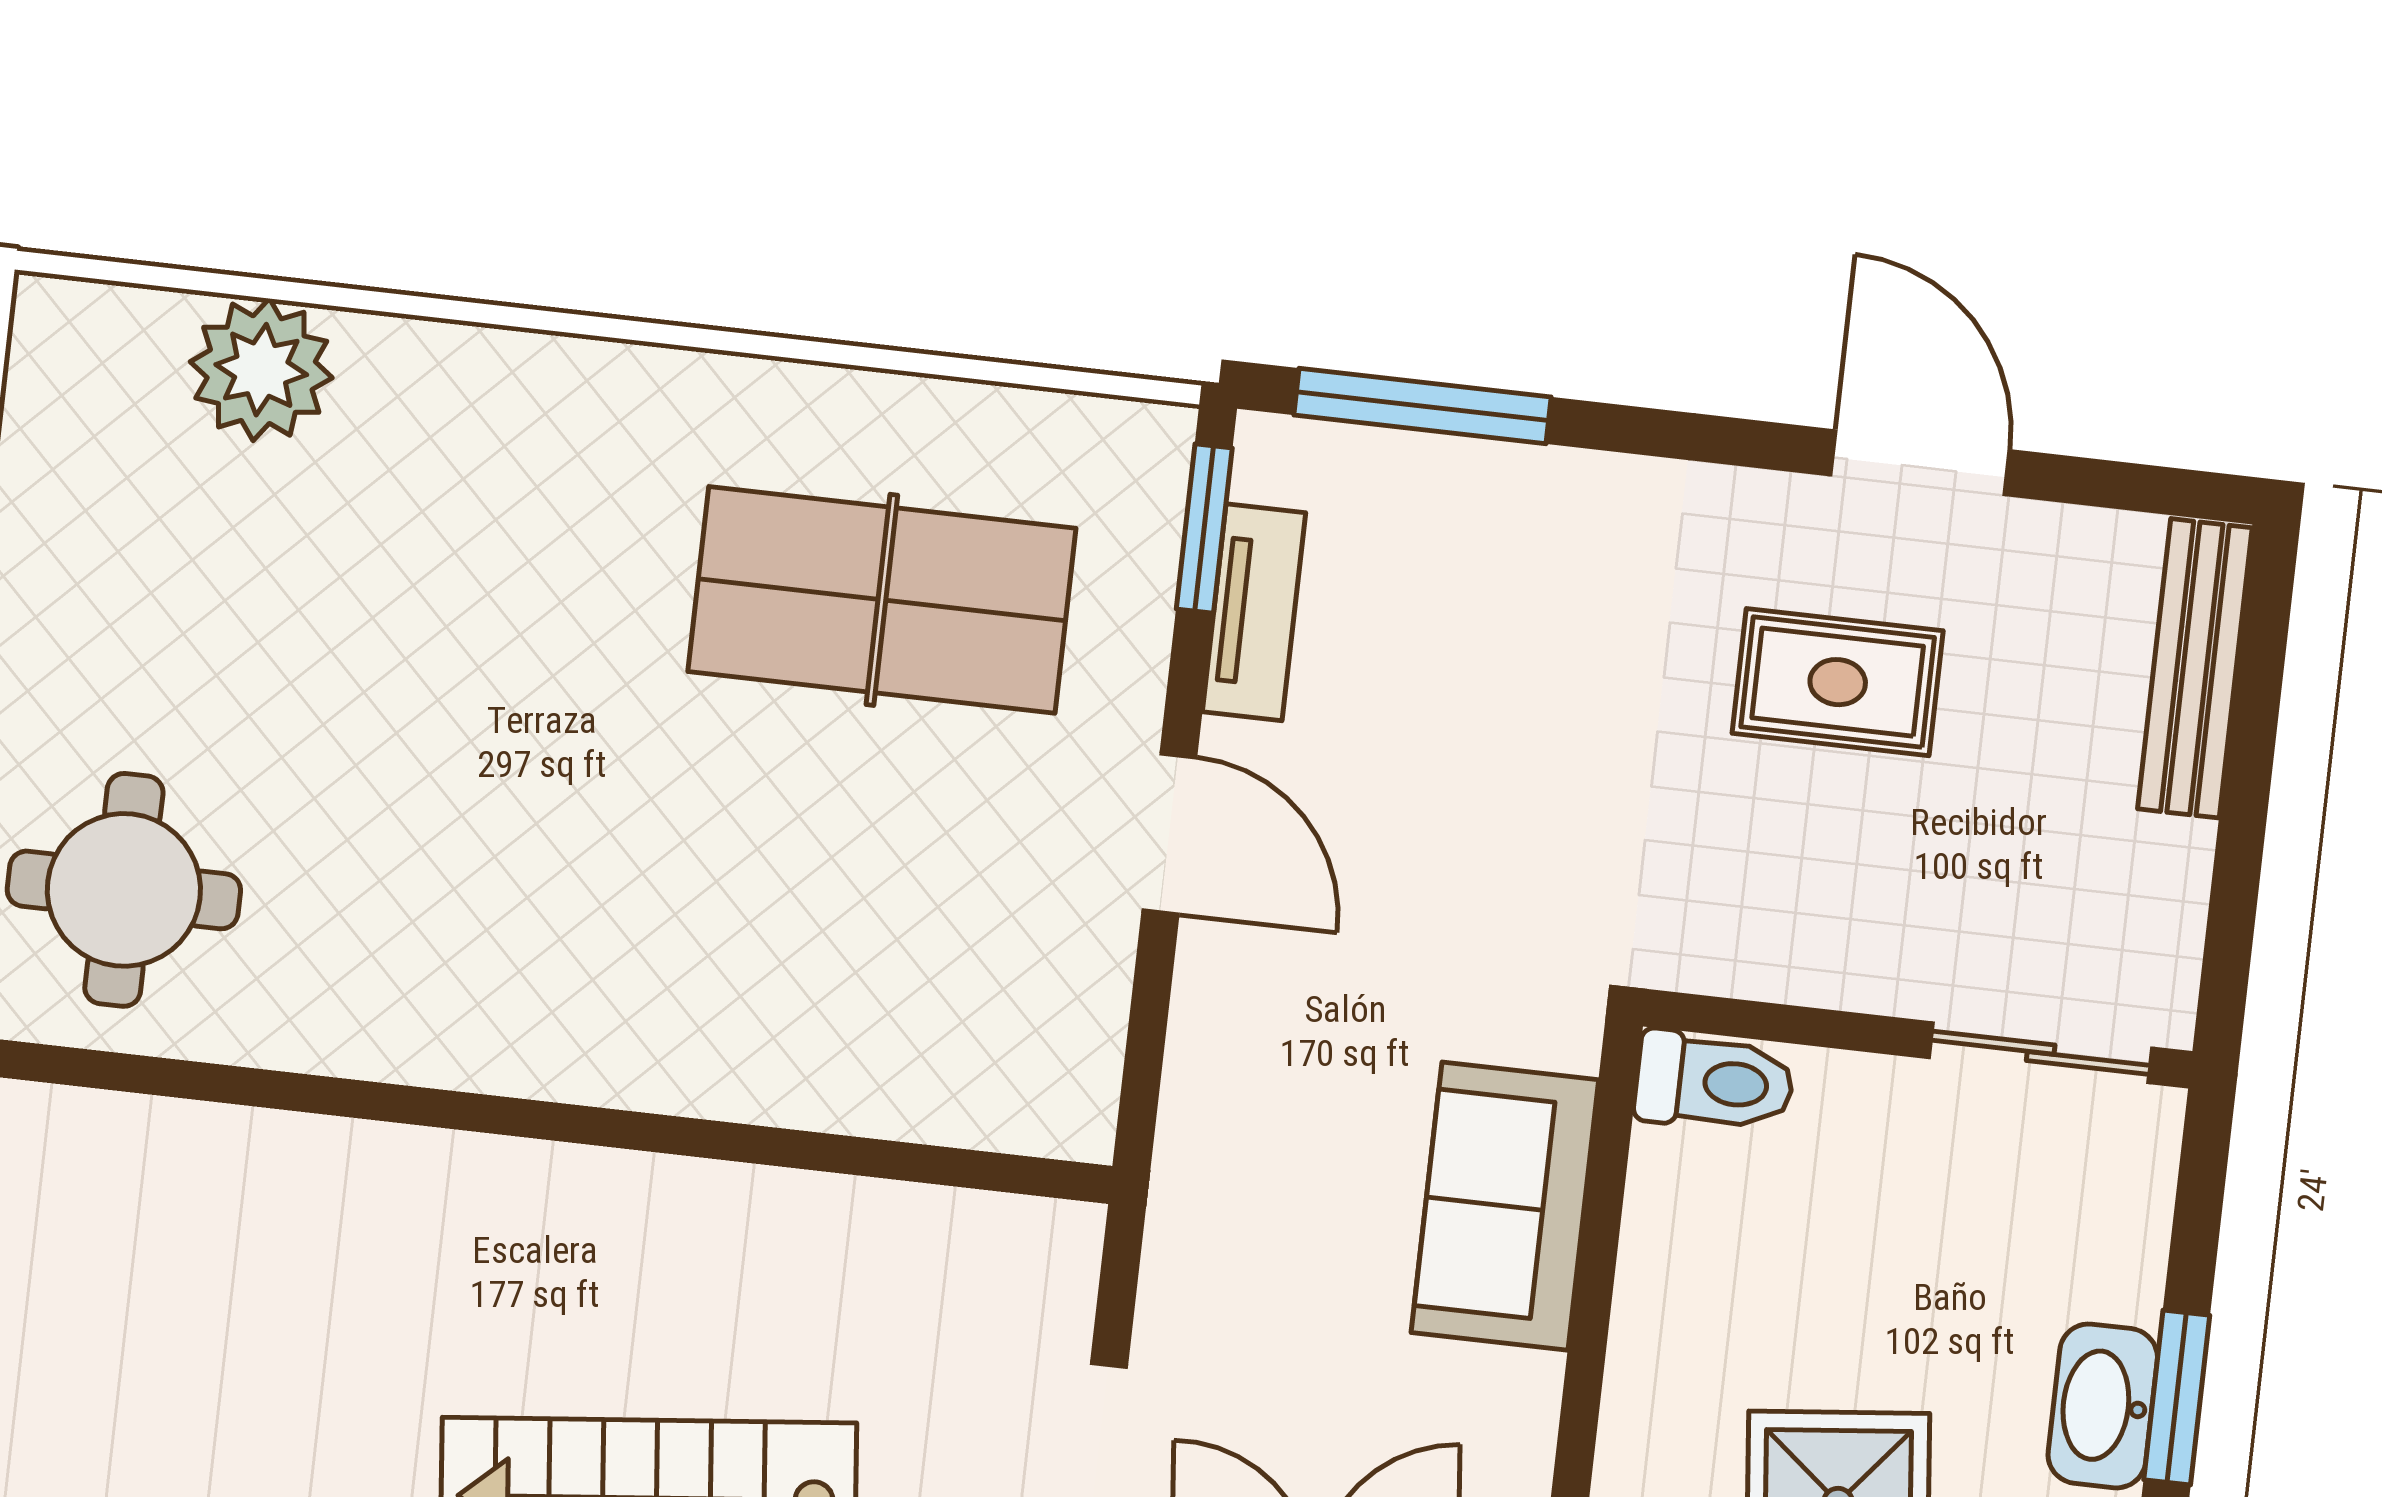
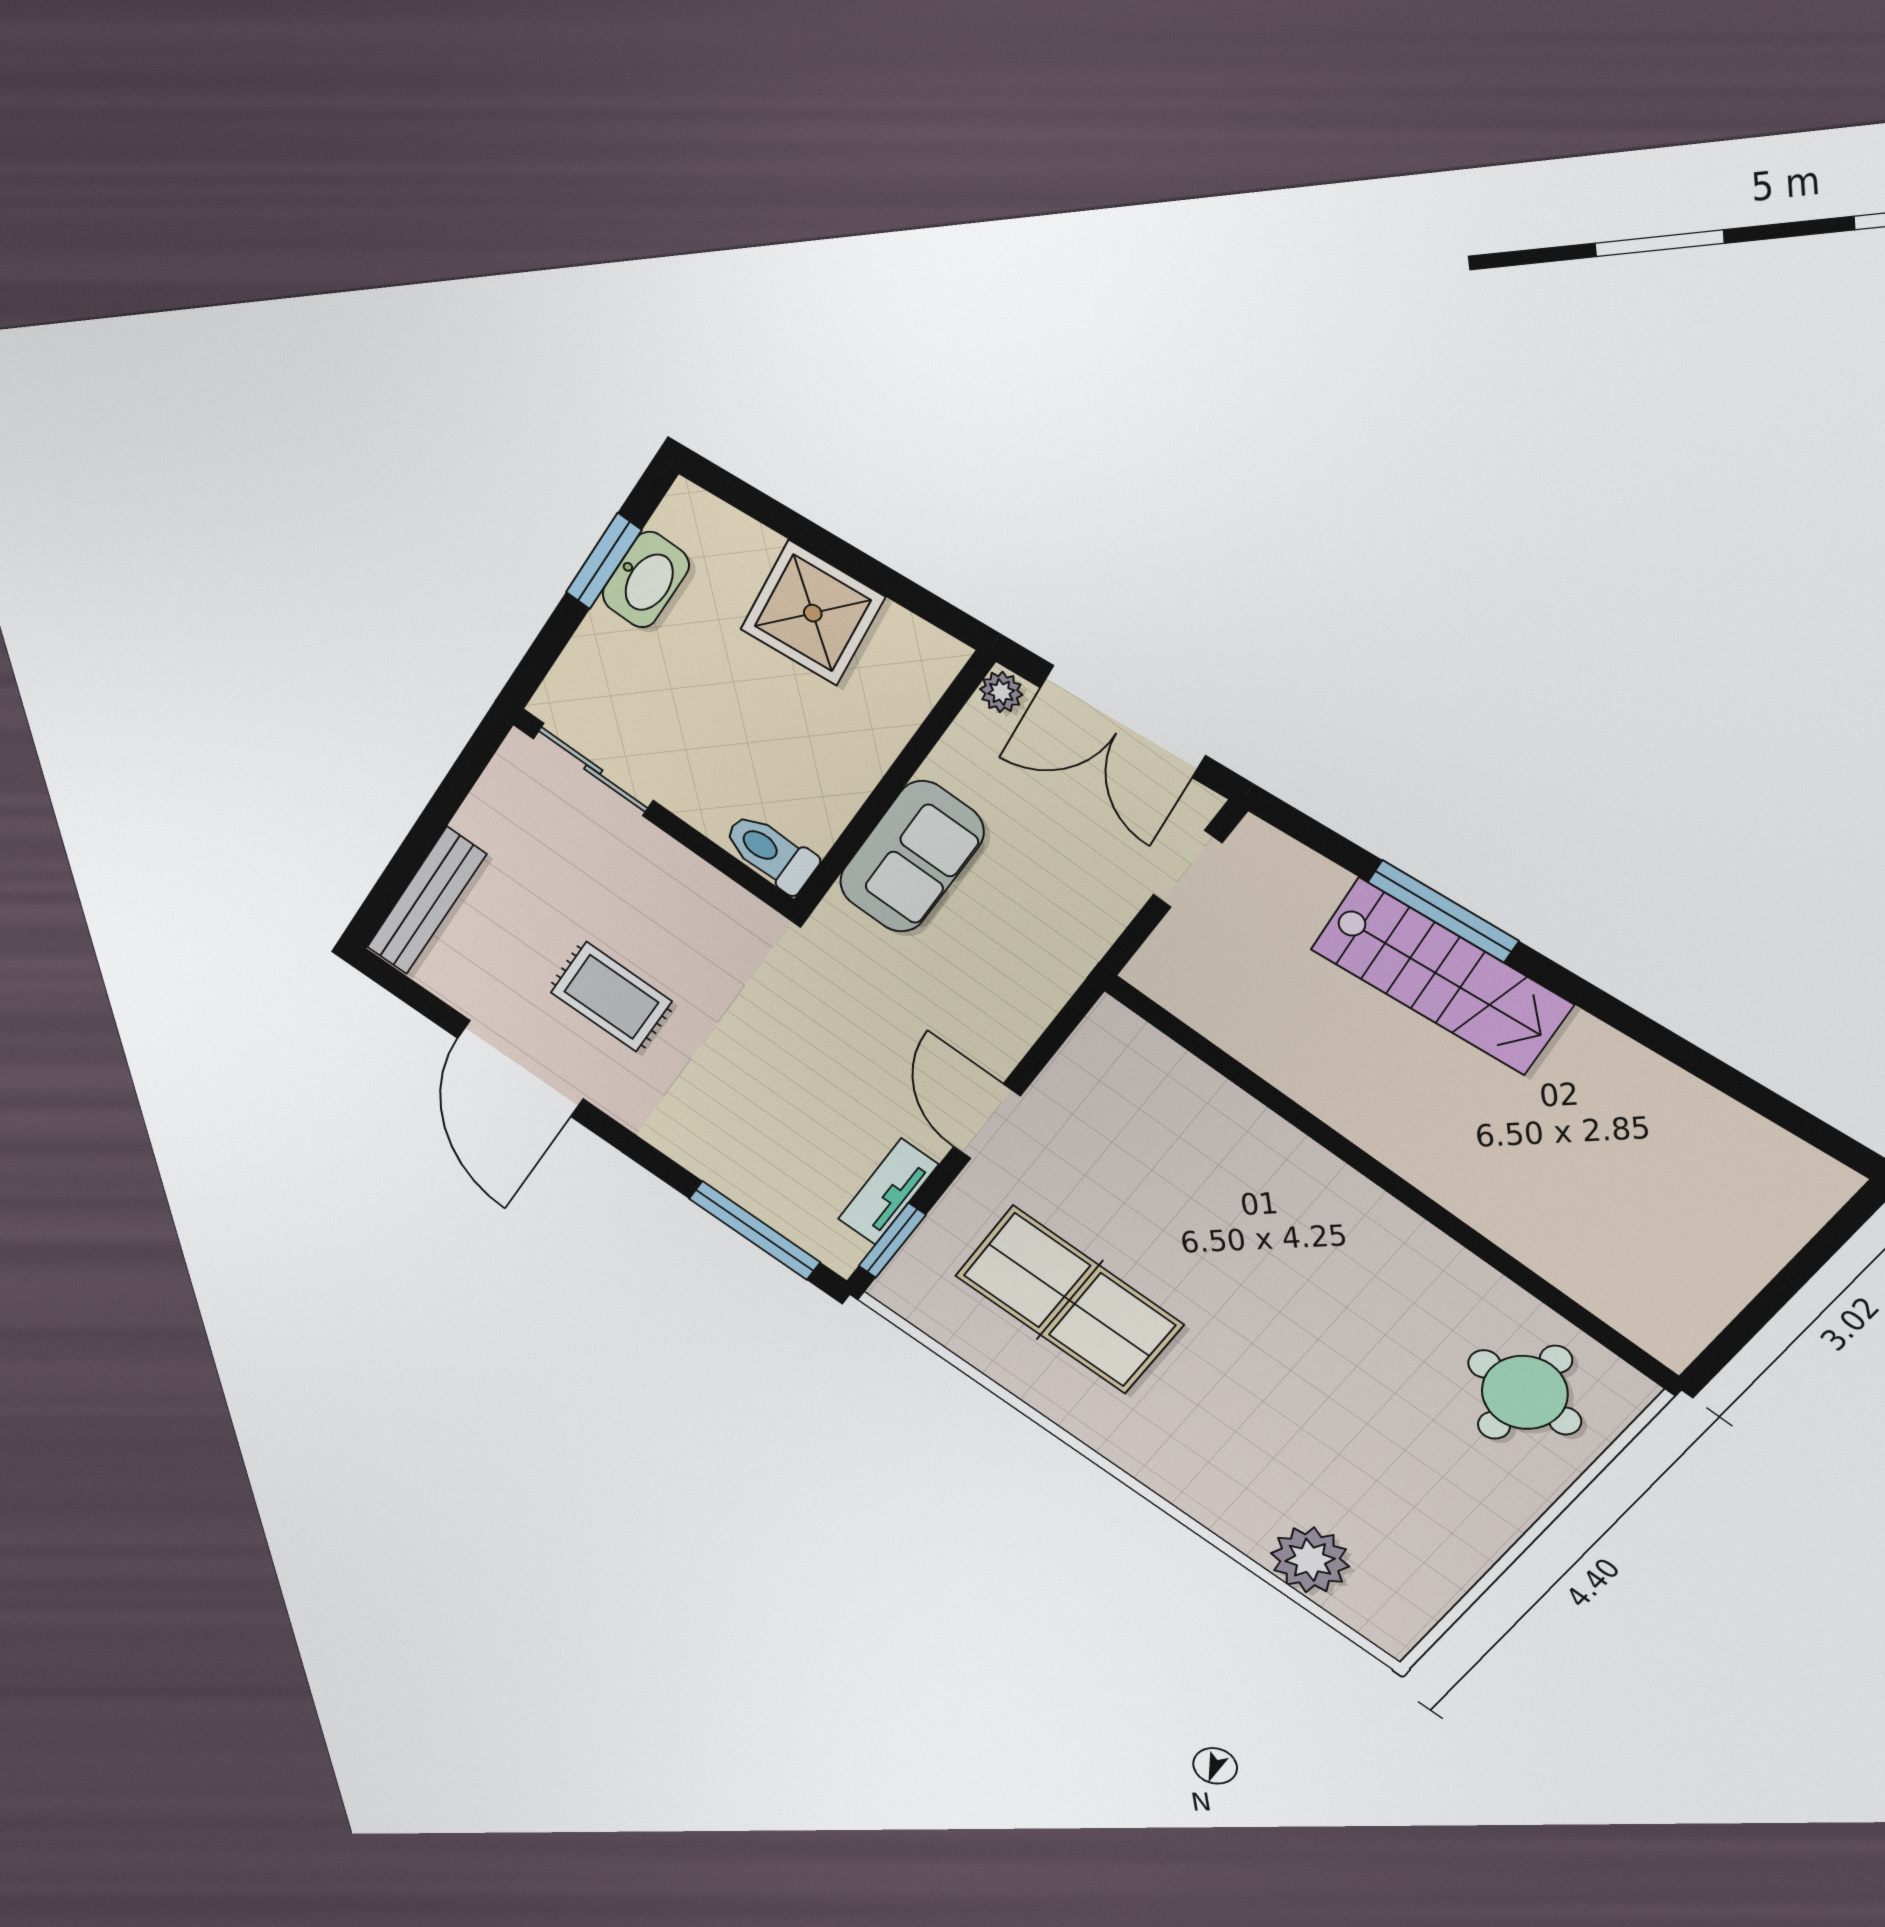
door: (1920, 463) -> (520, 1069), width x1.36

